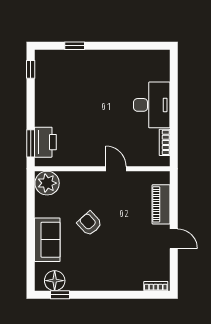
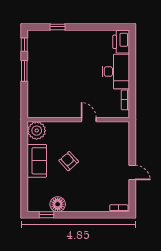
printer: (45, 142) -> (121, 42), moved, turned 180
window: (31, 143) -> (24, 71), moved
piano: (161, 204) -> (123, 147), removed
sofa: (47, 240) -> (37, 161), moved
floor lamp: (55, 281) -> (58, 204), moved

